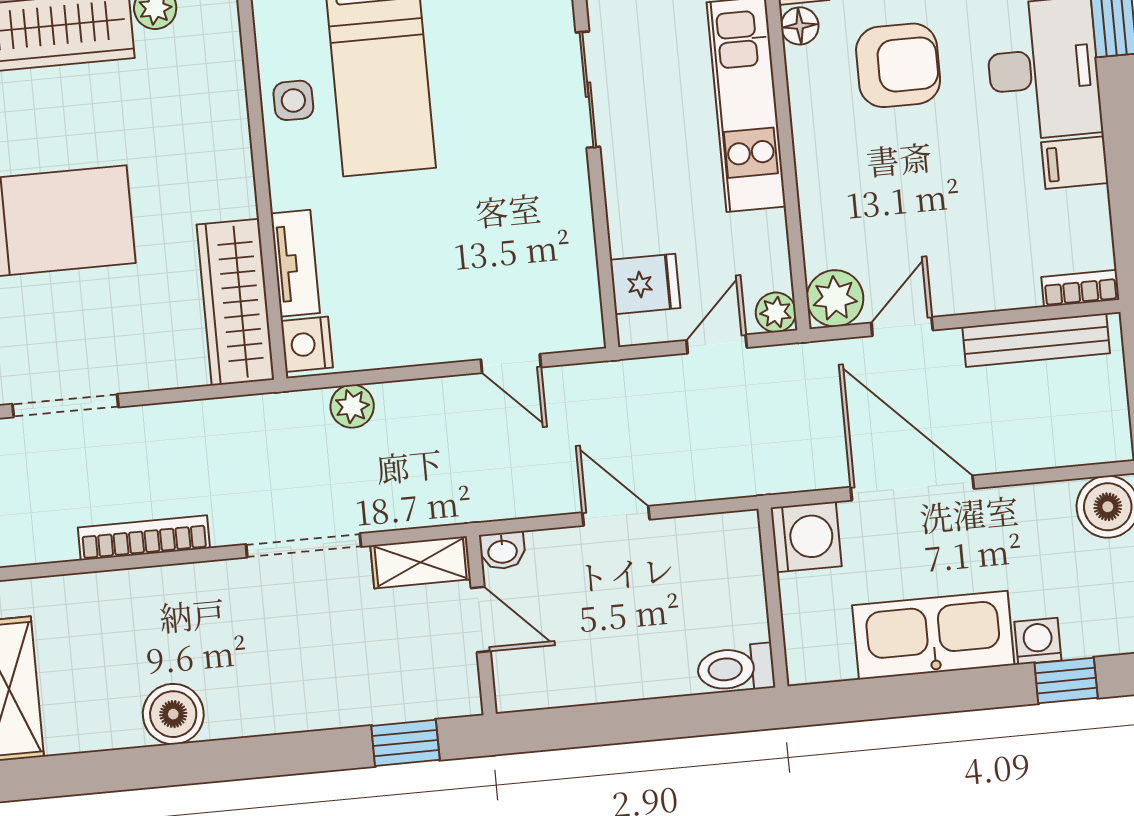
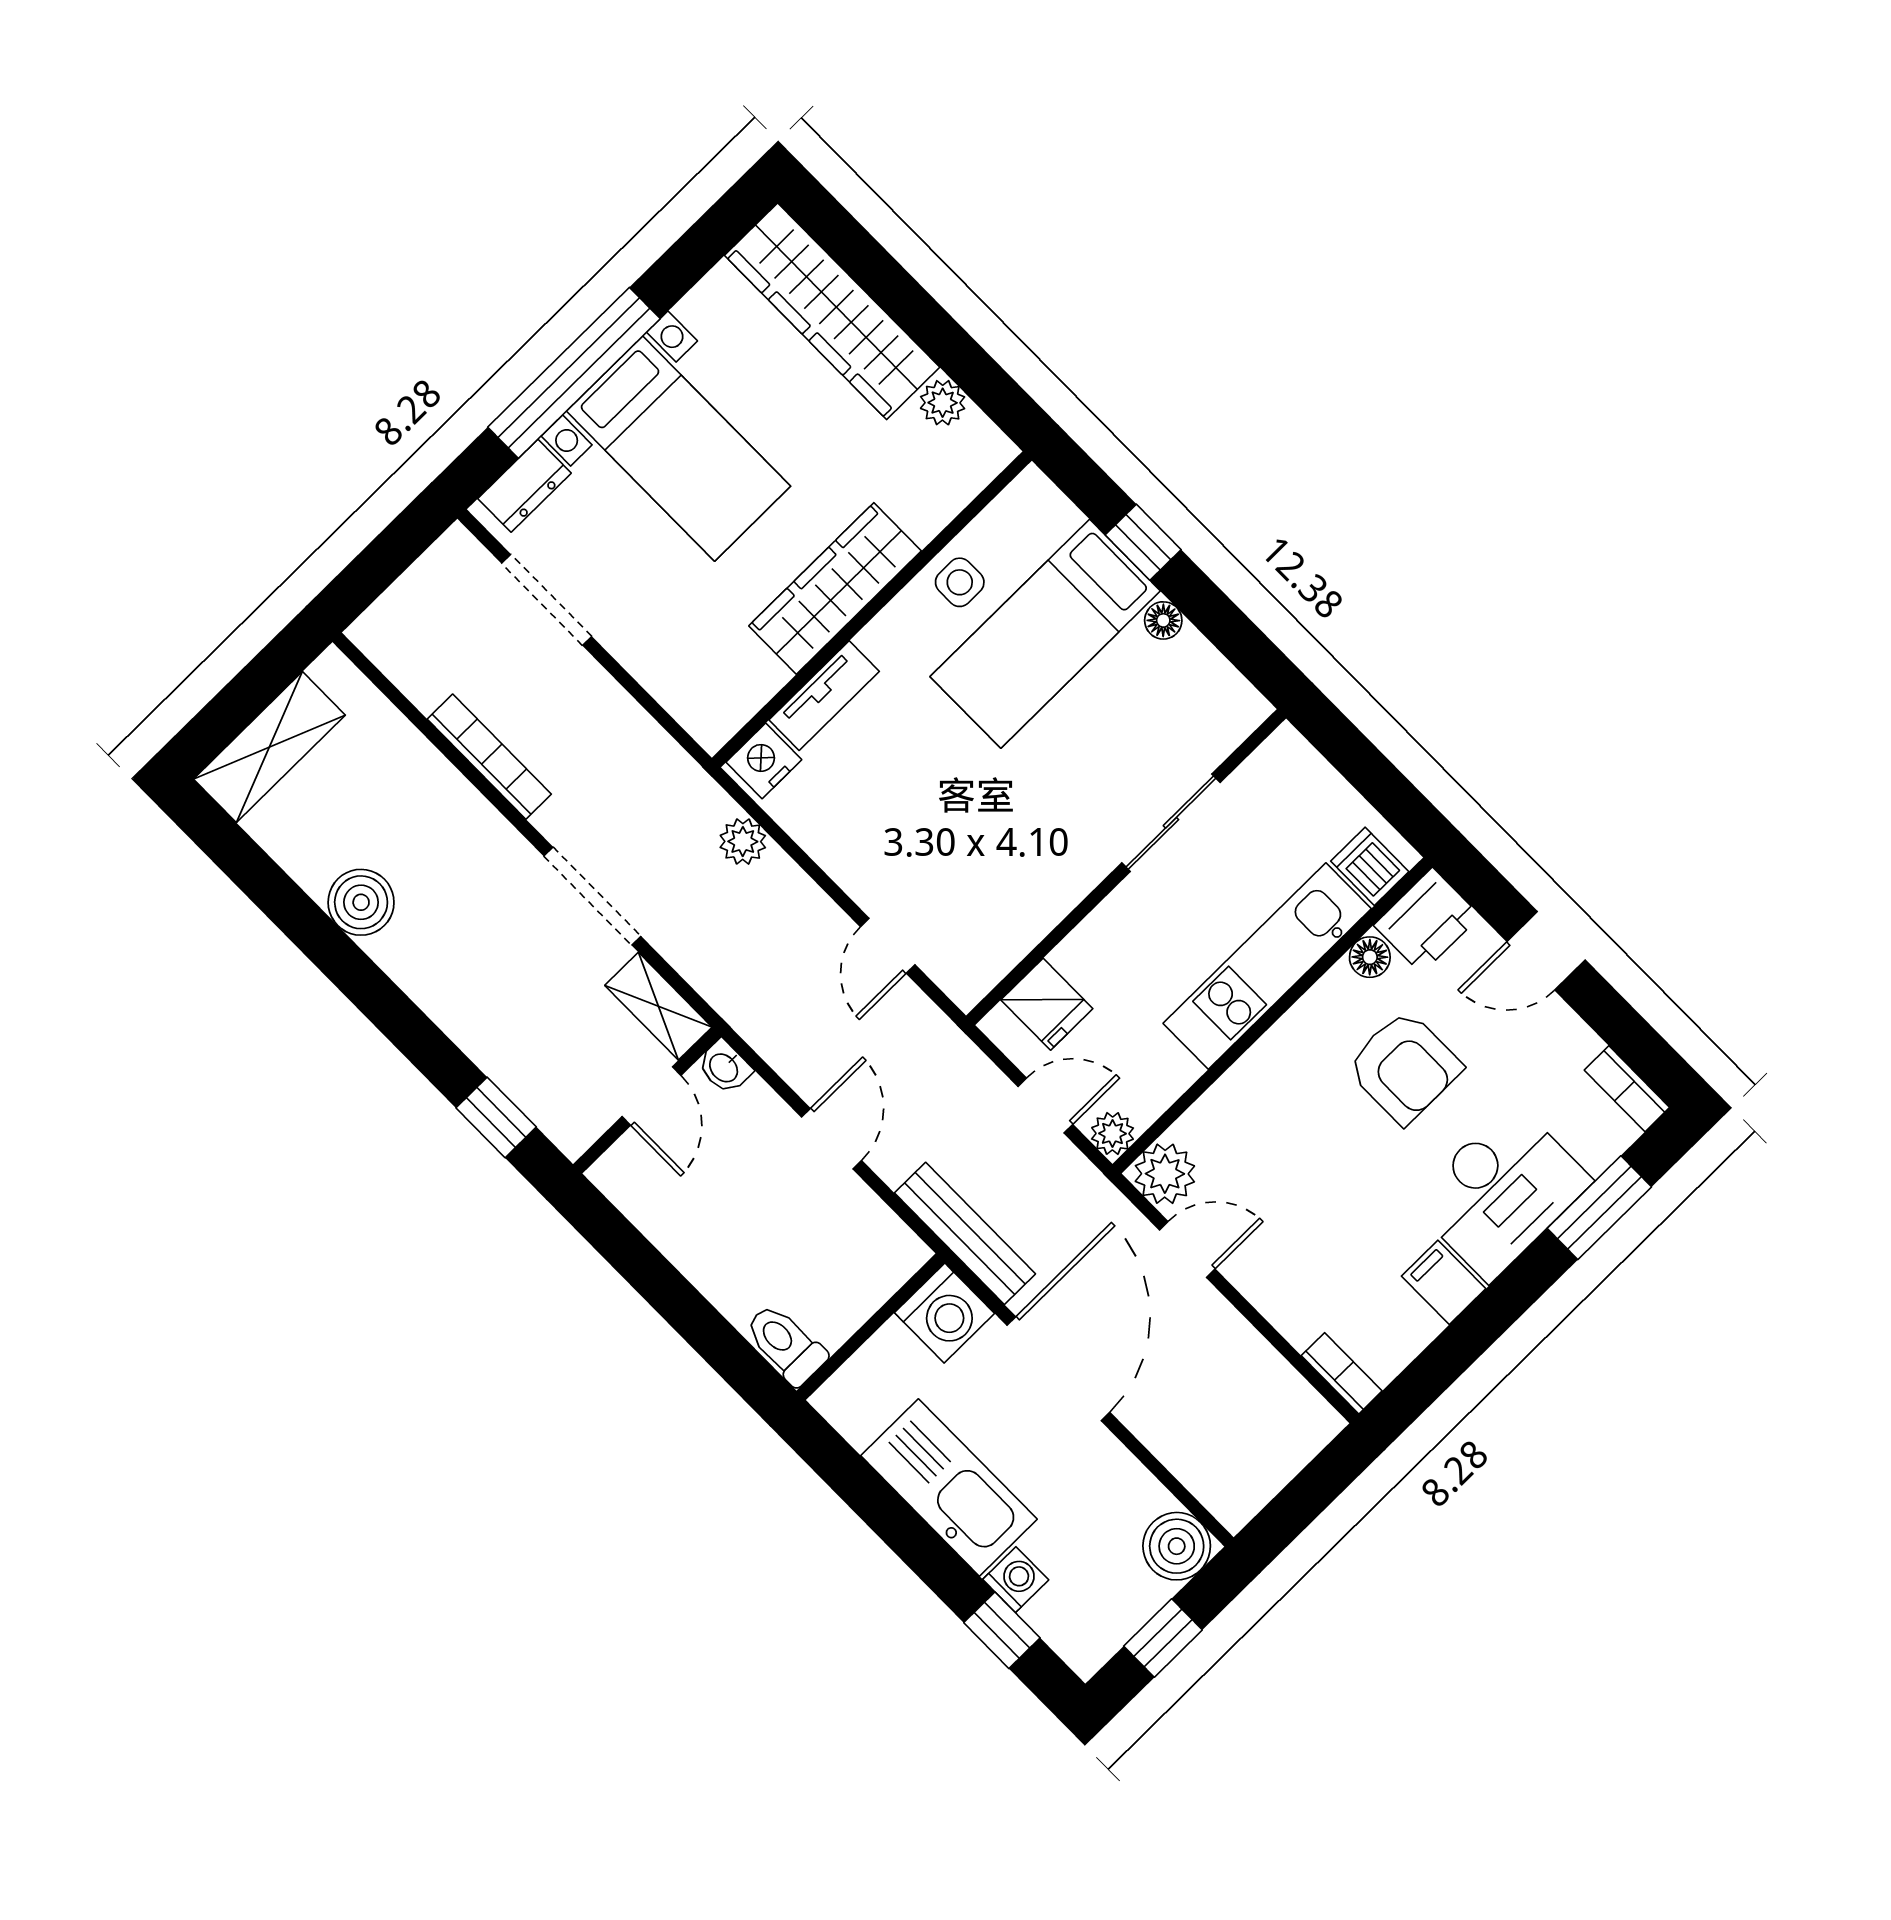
wardrobe: (235, 302) -> (835, 588), moved
bench: (1036, 340) -> (965, 1233), moved

